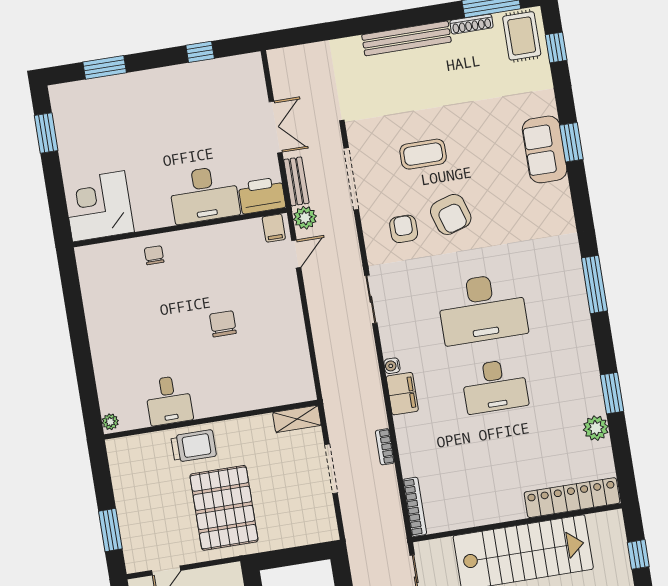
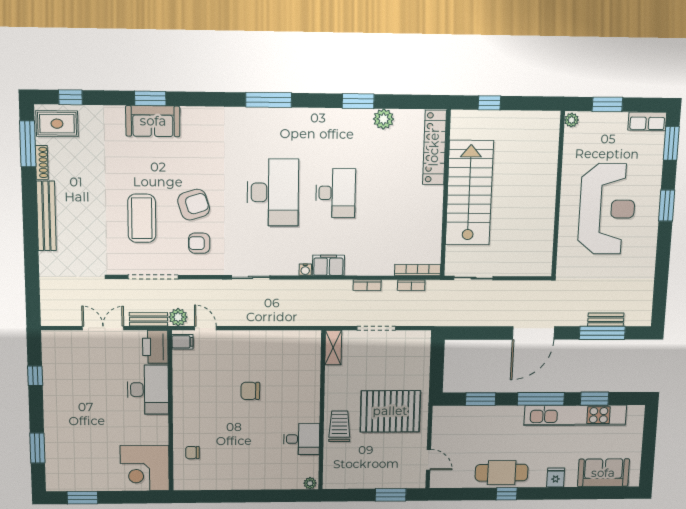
coffee table: (423, 154) -> (142, 218), width x1.36, depth x1.32
chair: (154, 255) -> (192, 453), moved
bookcase: (394, 503) -> (411, 285), added

